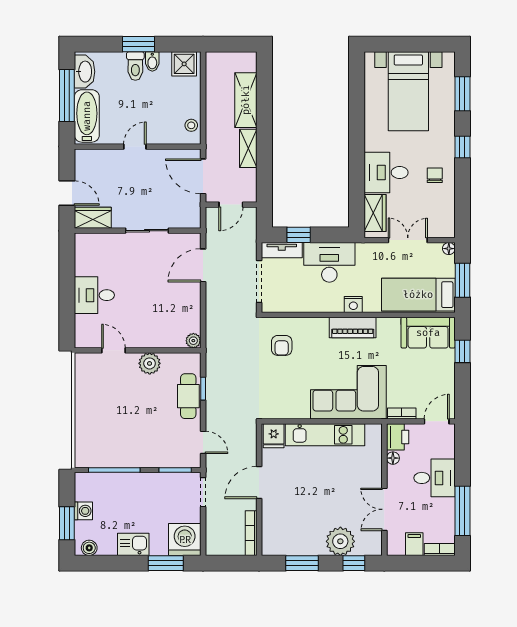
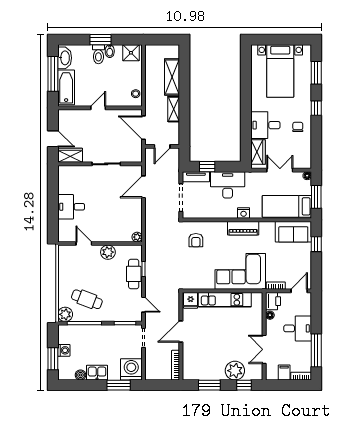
cafe table: (118, 434) -> (87, 299), added
plant: (85, 457) -> (65, 314), added
boiler: (89, 548) -> (80, 375), moved

